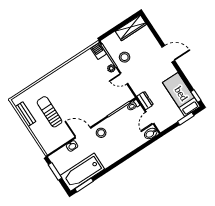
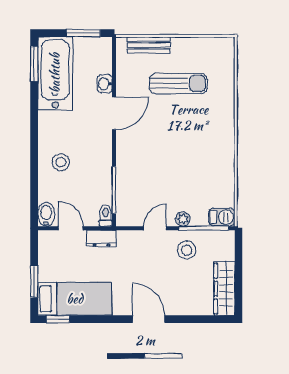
door: (168, 54) -> (149, 319), swing flipped
bench: (25, 114) -> (149, 45), moved
stool: (101, 133) -> (61, 162), moved

